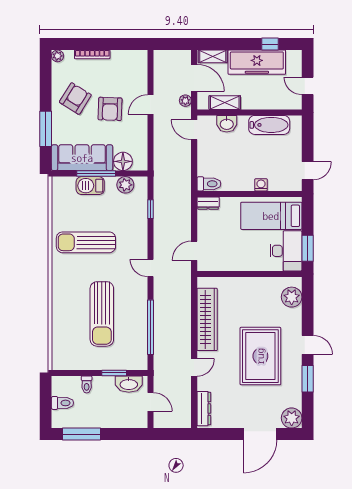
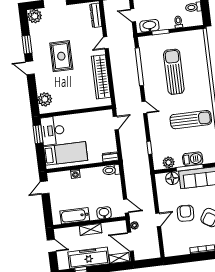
shelving: (225, 103) -> (91, 229), moved
rug: (260, 356) -> (61, 56), width x0.73, depth x0.69

